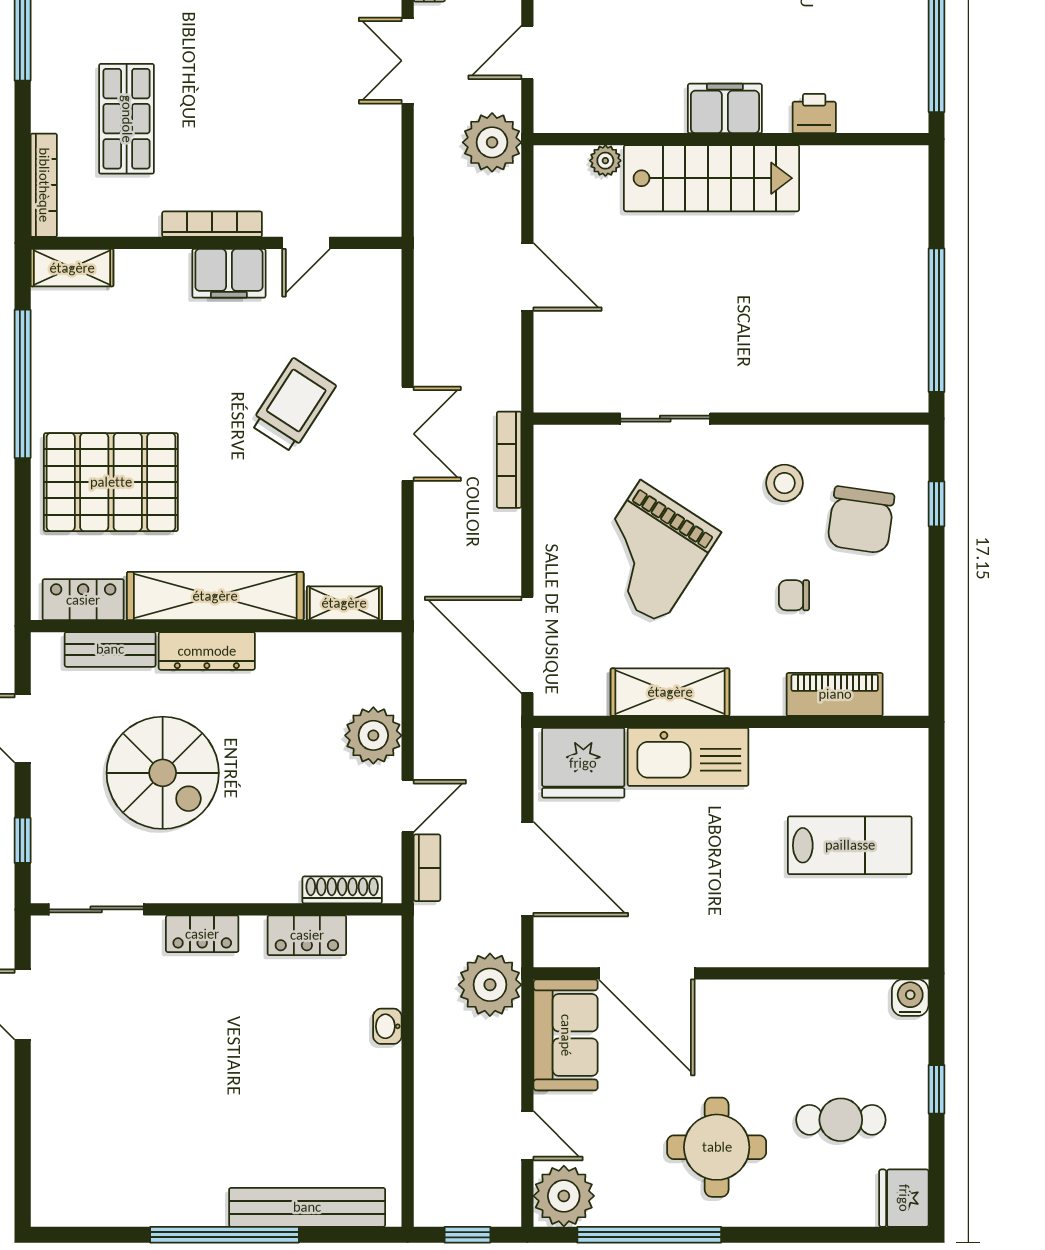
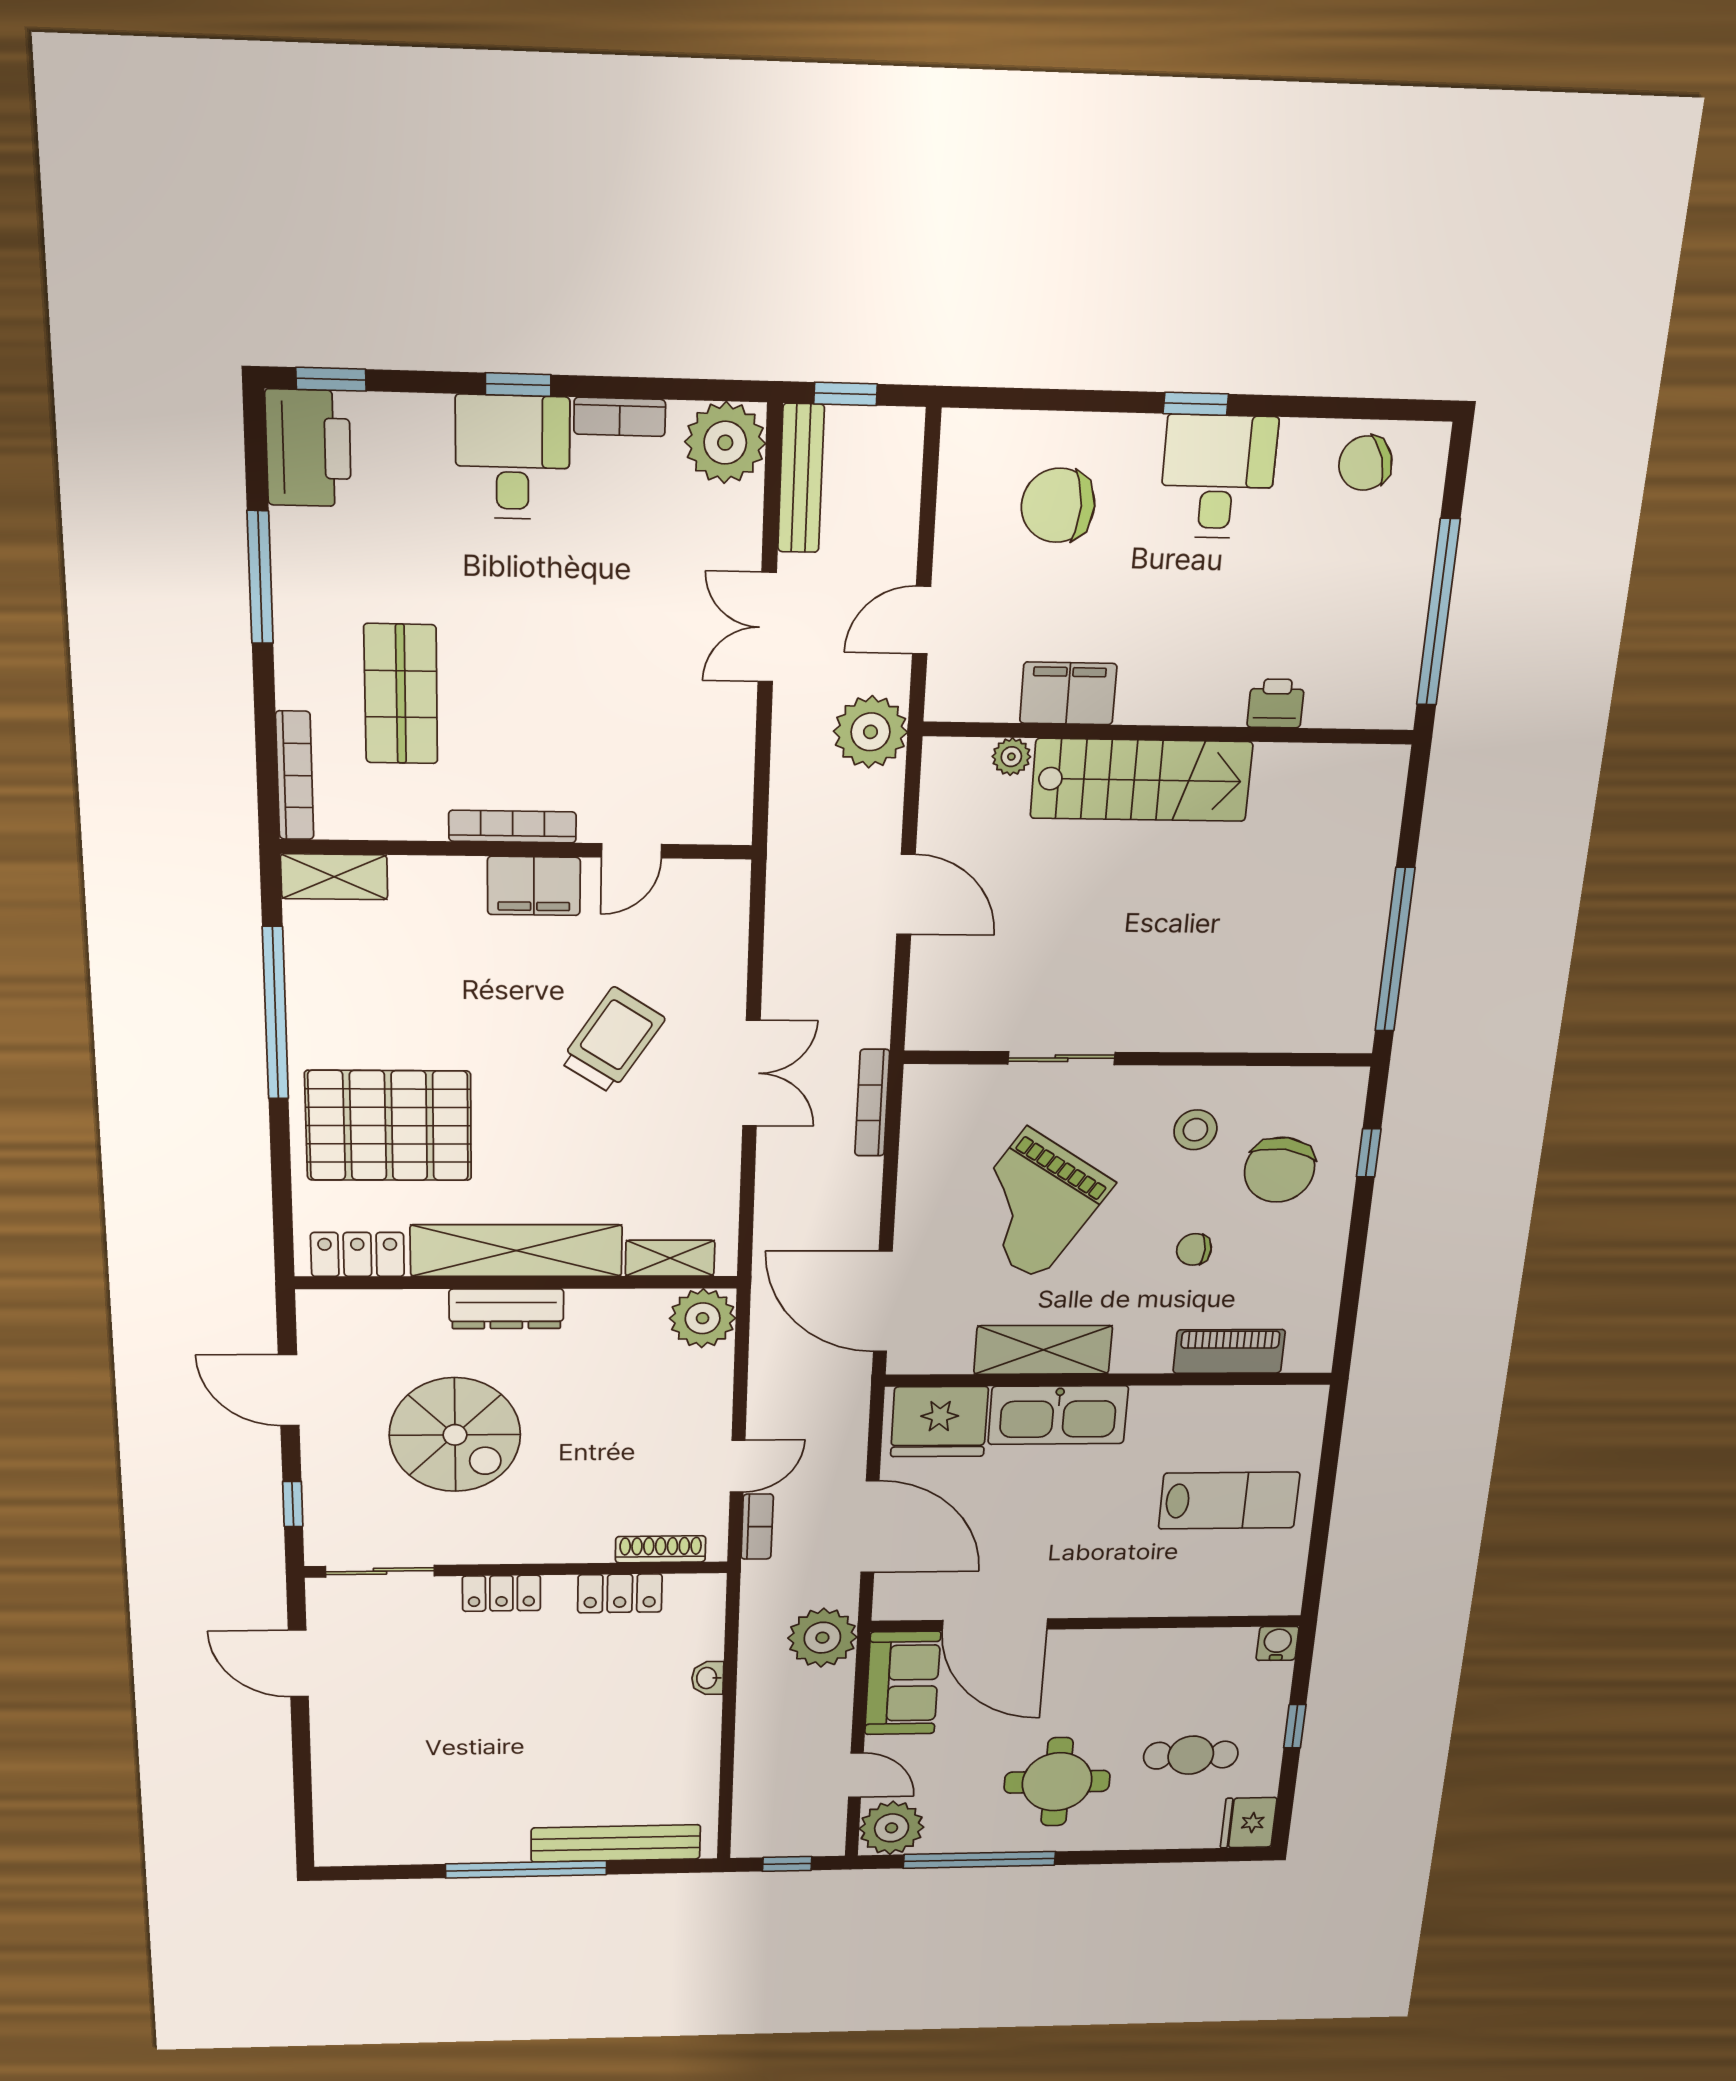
filing cabinet: (725, 108) -> (1068, 693), moved
bench: (110, 649) -> (391, 1307), removed
plant: (373, 735) -> (703, 1318), moved

